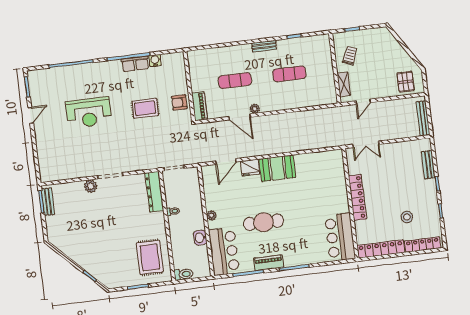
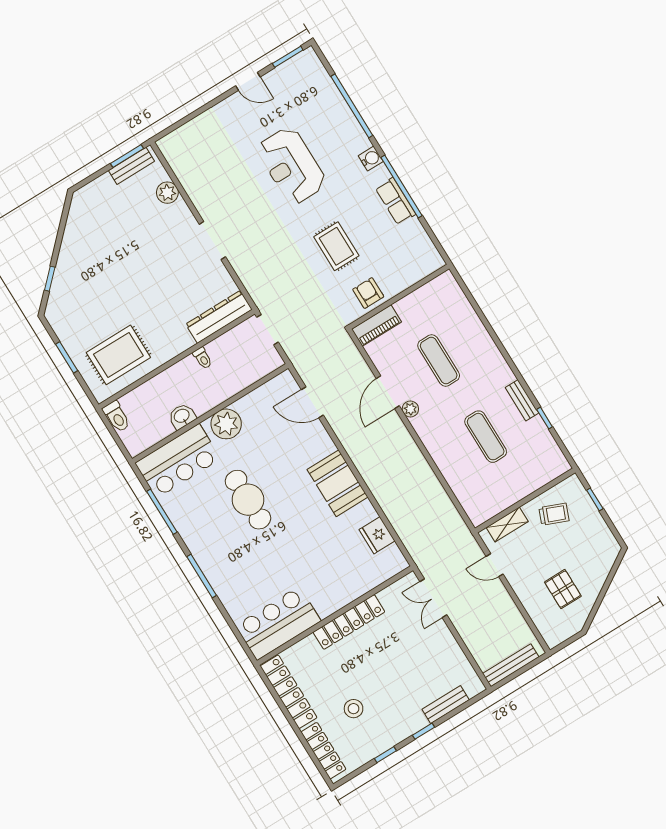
bench: (264, 46) -> (522, 400), moved
water cooler: (155, 60) -> (371, 159), moved
pallet: (406, 82) -> (563, 589), moved, turned 90
fridge: (250, 168) -> (377, 535), moved
plant: (91, 186) -> (167, 193), moved
plant: (212, 216) -> (226, 424), width x1.88, depth x1.88
piano: (269, 263) -> (191, 535), removed

